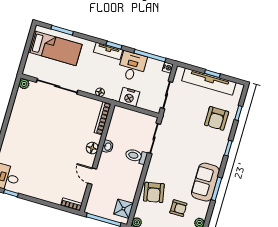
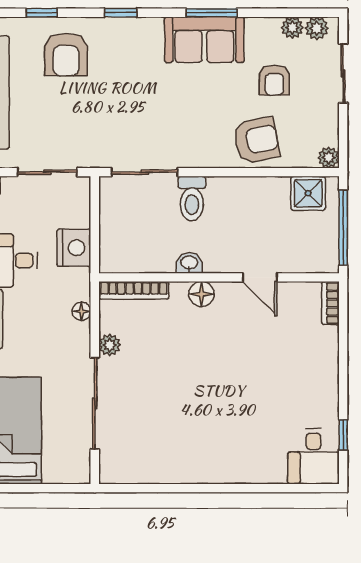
plant: (24, 84) -> (110, 345), moved
armchair: (217, 118) -> (66, 55), turned 90
door: (92, 176) -> (260, 277), hinge flipped
armchair: (178, 208) -> (274, 80), turned 180

